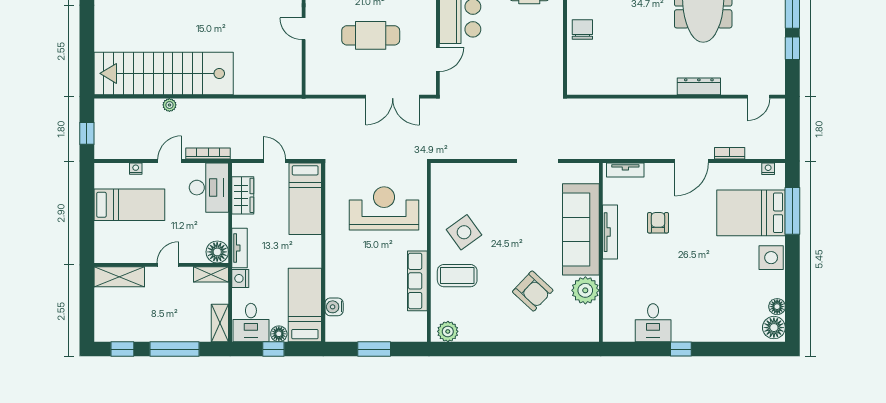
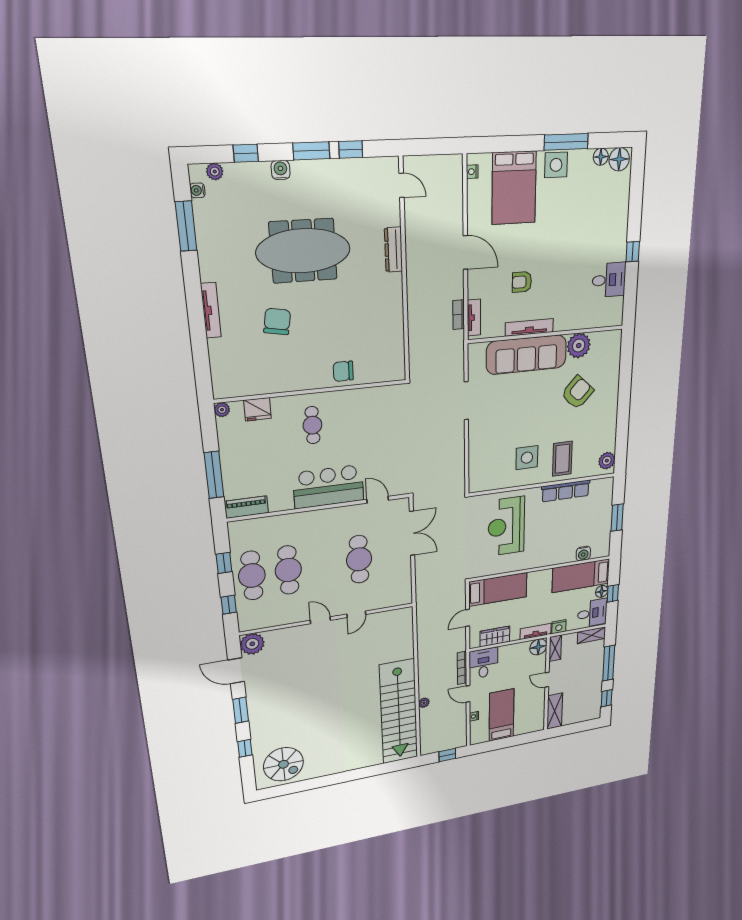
bookcase: (730, 153) -> (459, 315), moved
desk: (209, 188) -> (483, 663), width x0.73
window: (792, 211) -> (566, 142), moved
side table: (464, 232) -> (527, 458), turned 36

